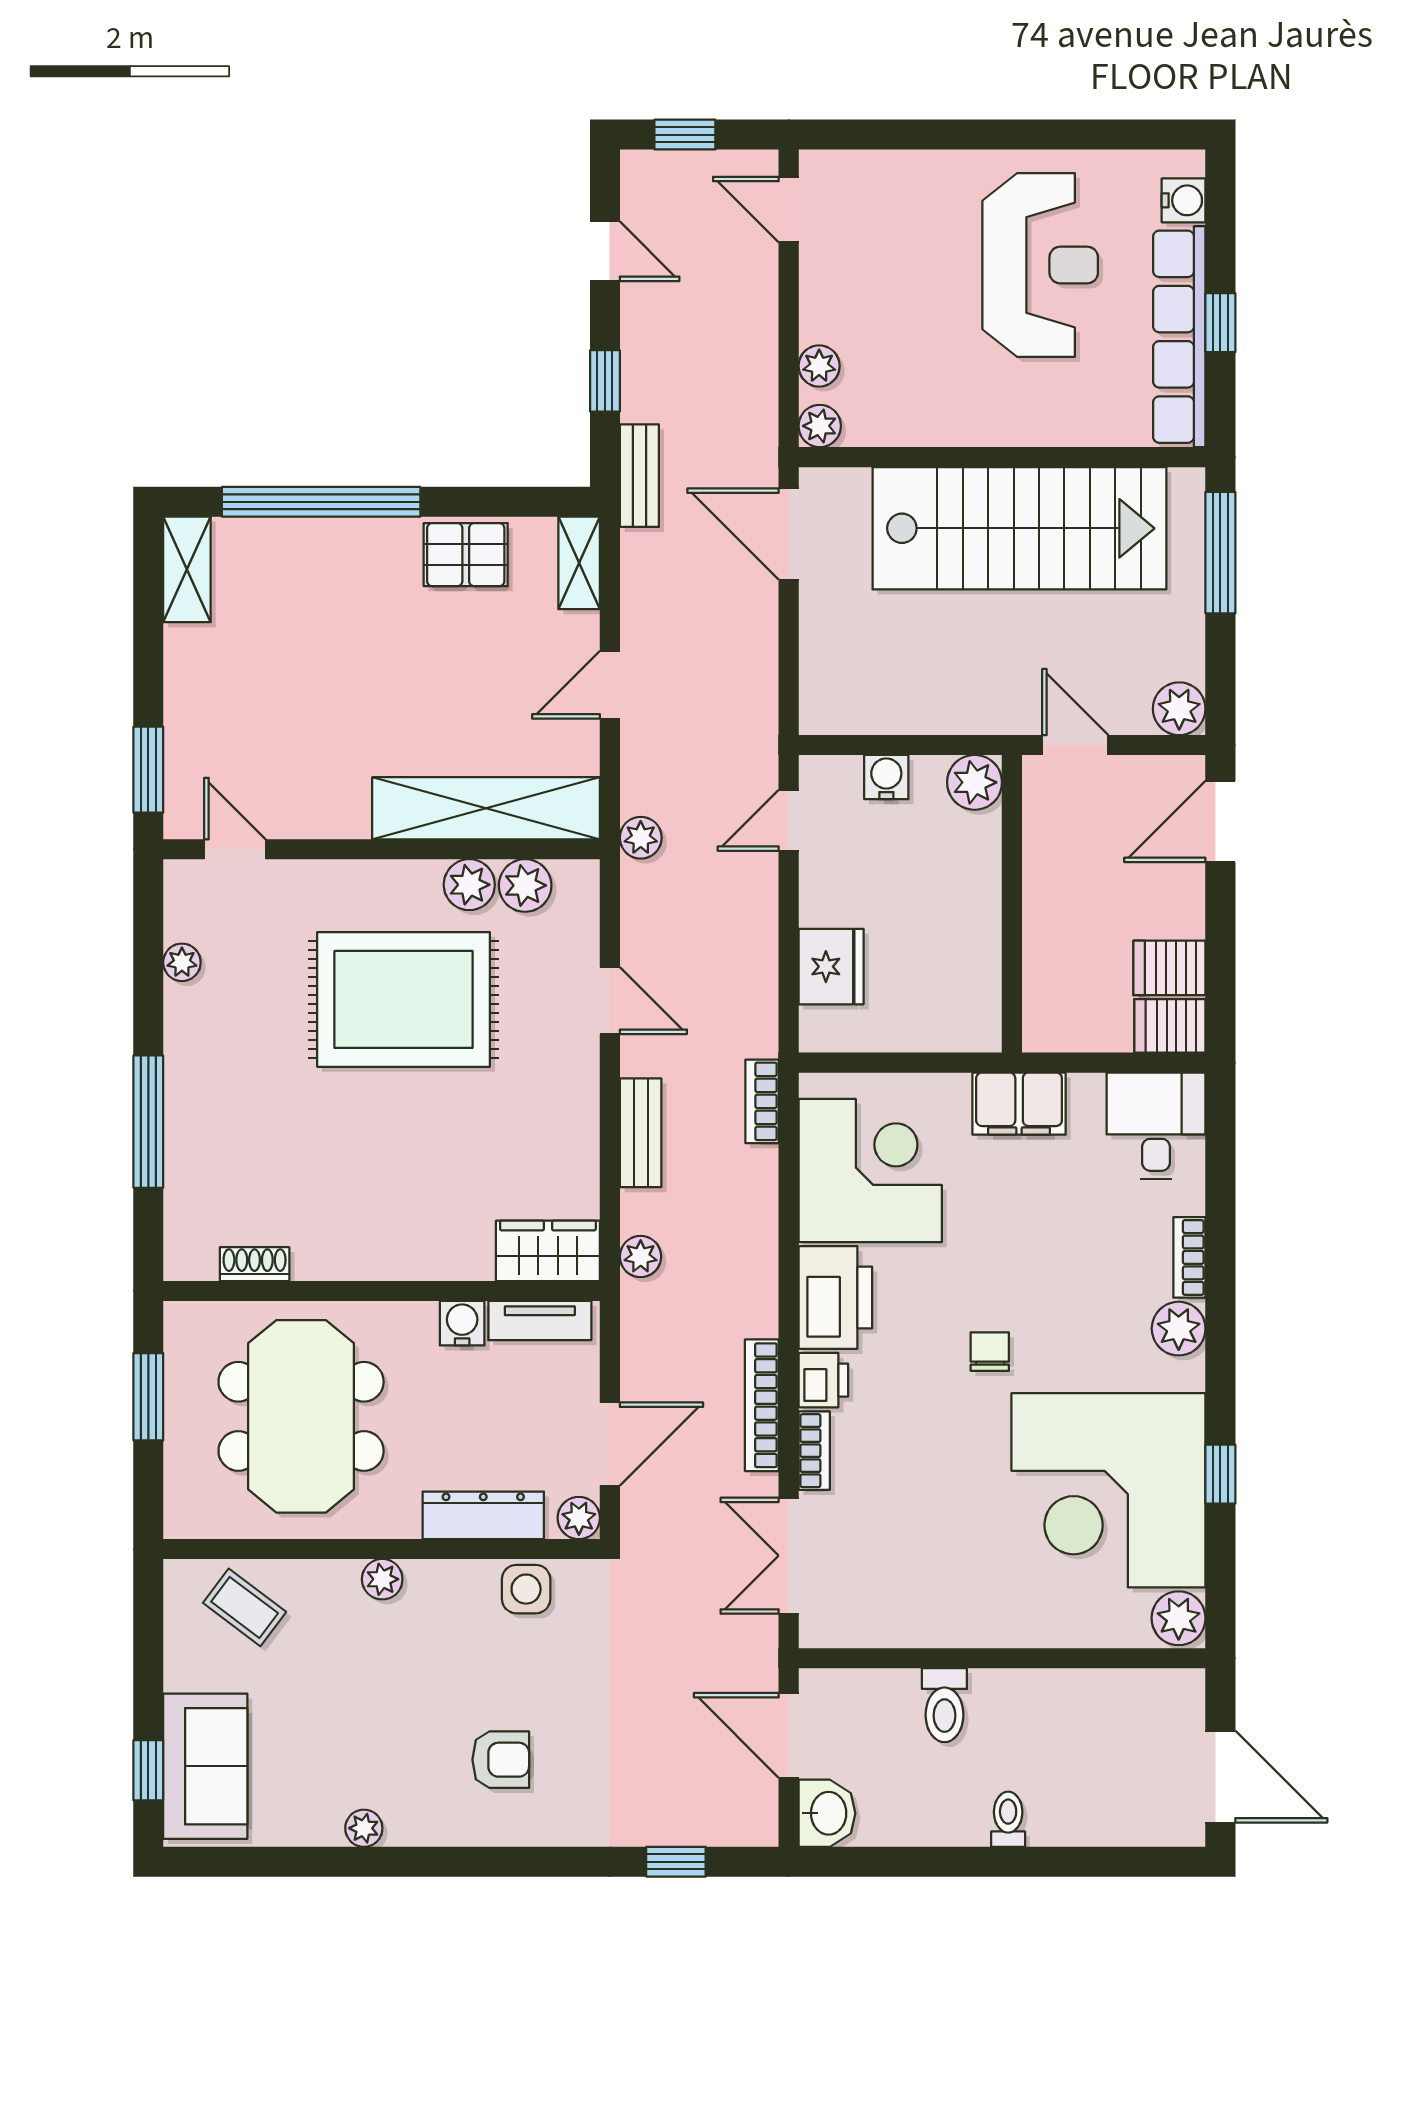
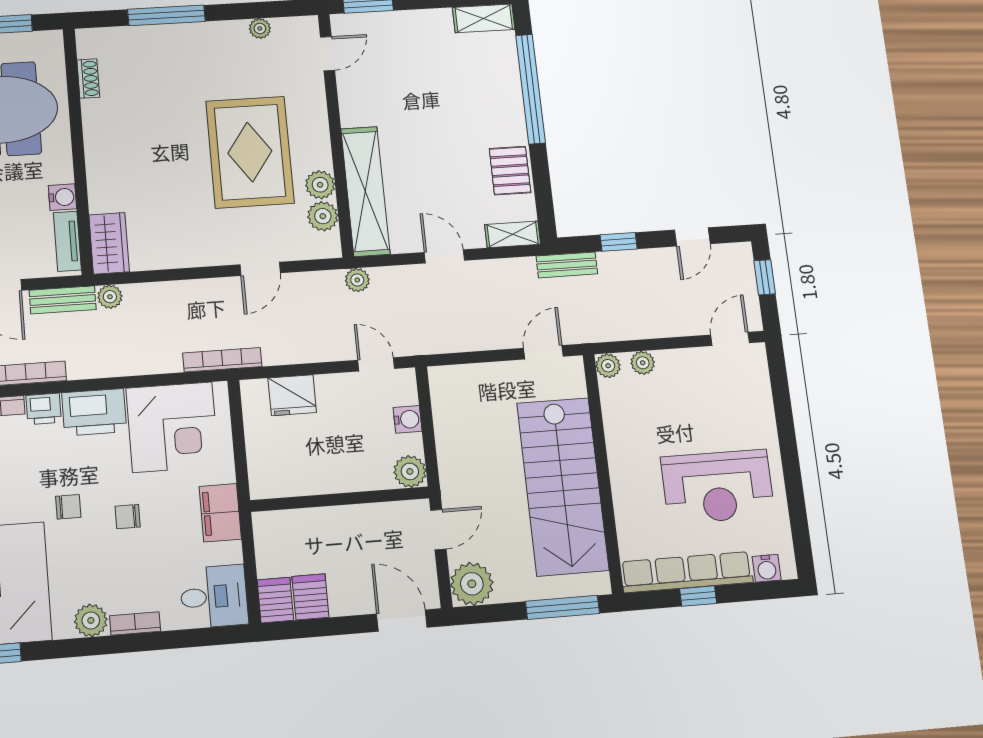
door: (789, 534) -> (543, 352), width x0.73
plant: (1179, 709) -> (472, 584), width x1.36, depth x1.36
bookcase: (762, 1101) -> (222, 360), width x1.56
bench: (641, 1133) -> (63, 300), moved
chair: (1013, 1256) -> (128, 517), added

